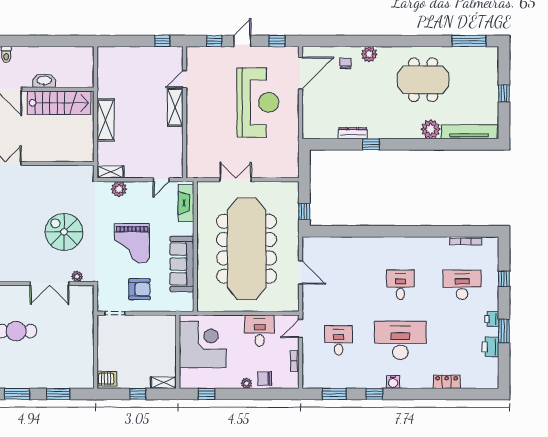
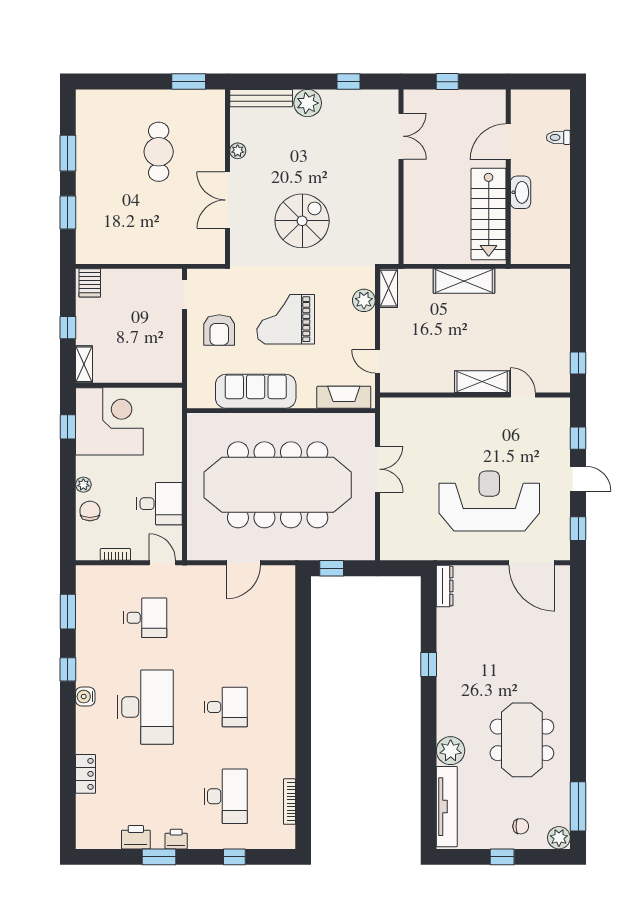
plant: (369, 54) -> (559, 838), moved
chair: (345, 63) -> (521, 826), moved
reception desk: (258, 102) -> (489, 501), turned 180
dresser: (353, 133) -> (445, 586), moved
plant: (77, 276) -> (238, 151), moved
corner desk: (203, 344) -> (109, 421), moved, turned -90

